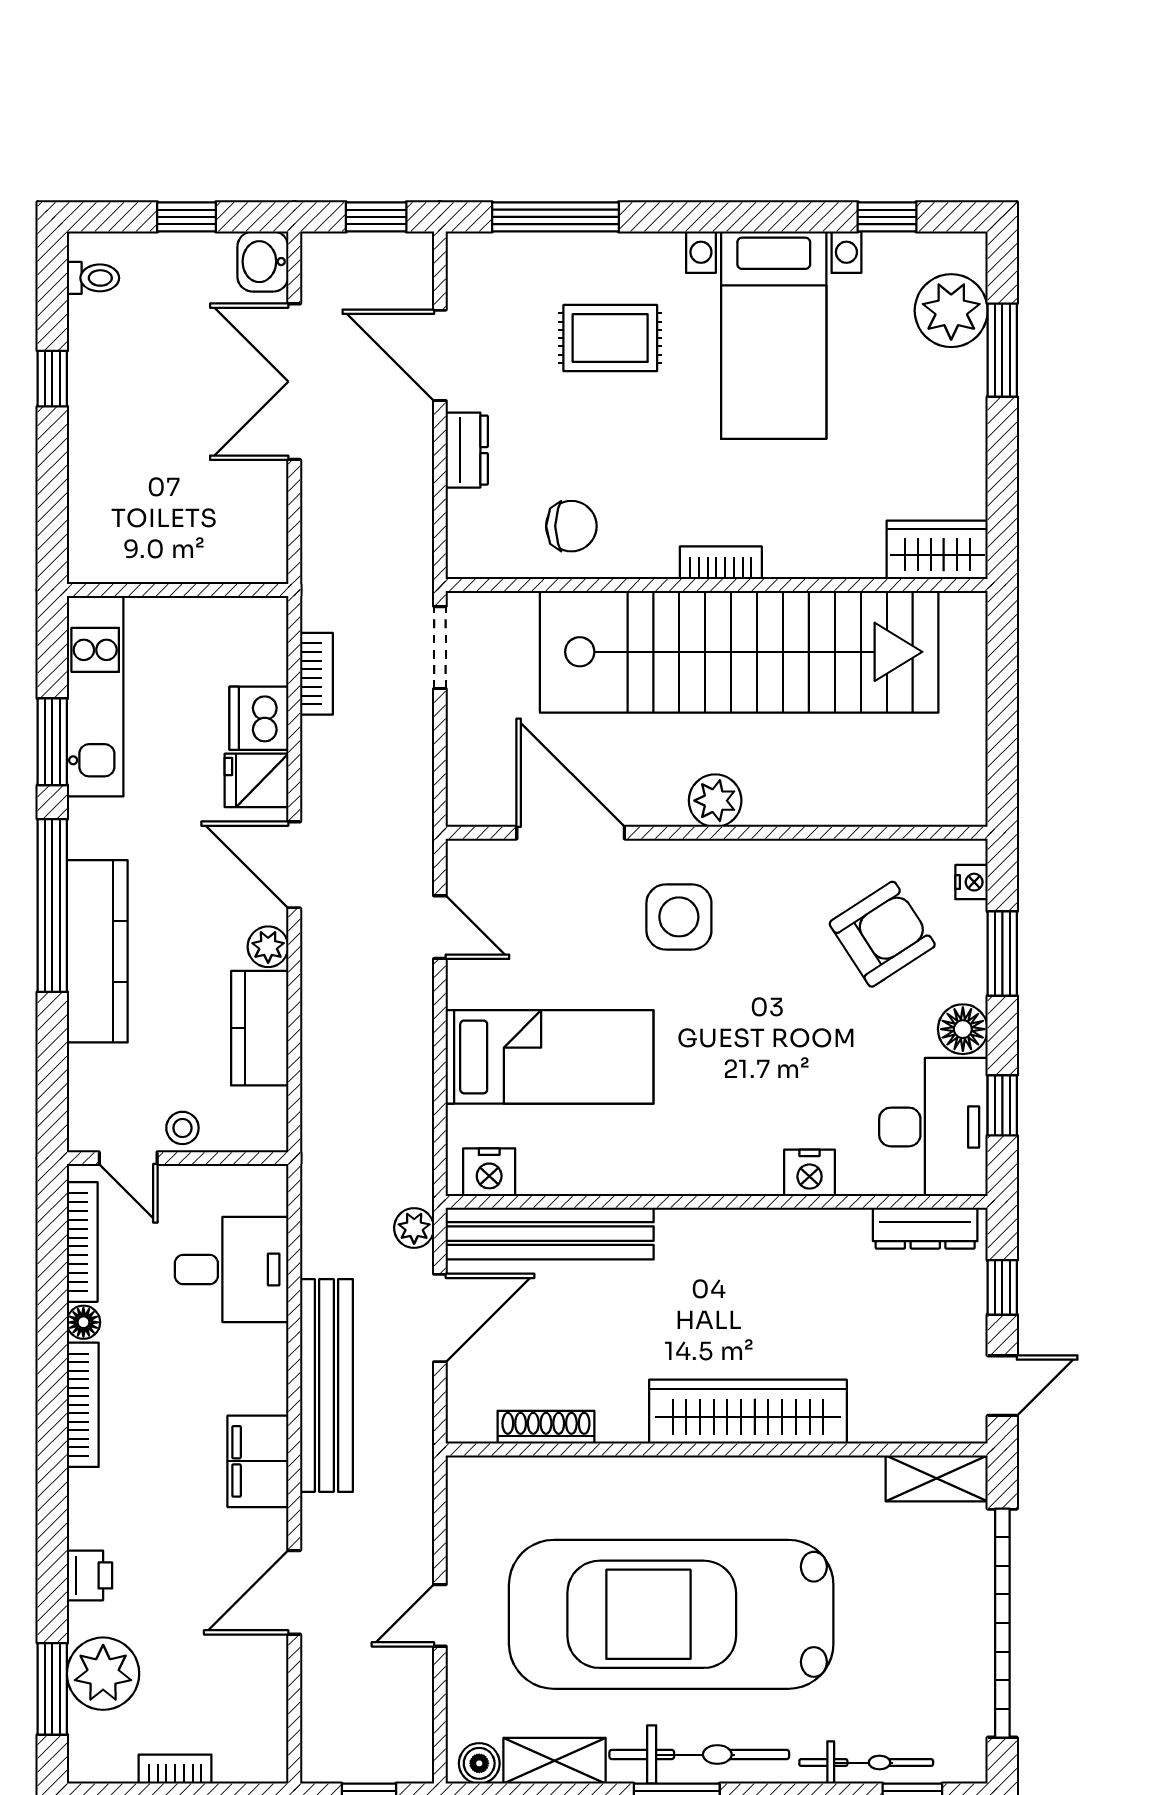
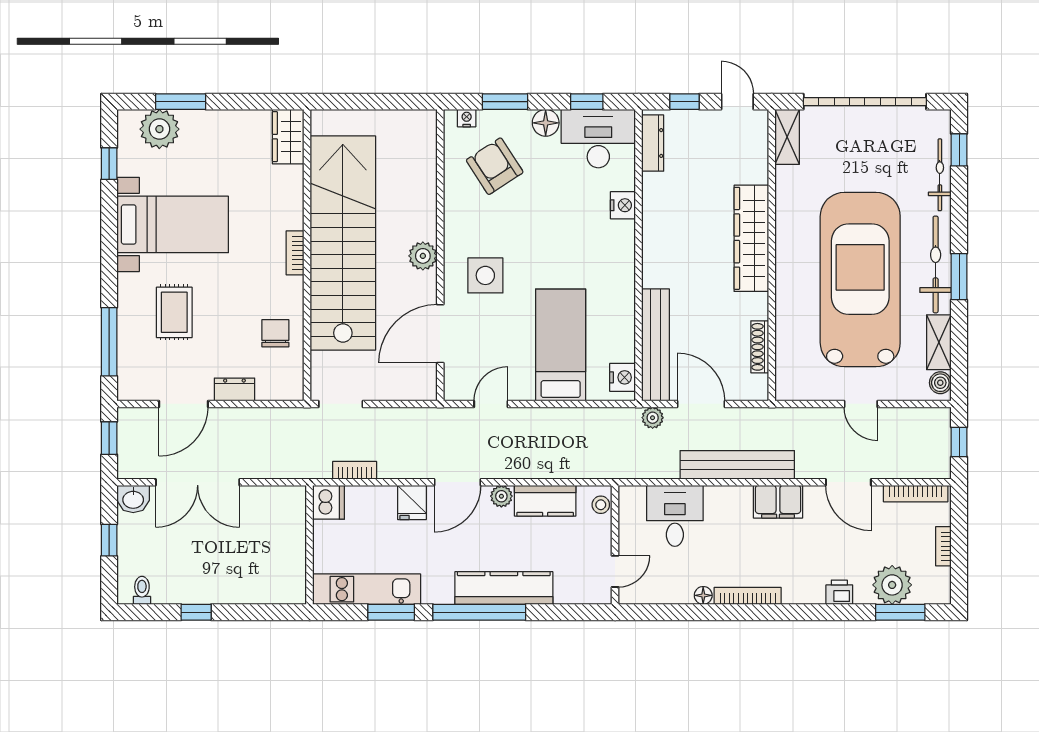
dishwasher: (259, 718) -> (329, 502), moved, turned -90
stool: (182, 1128) -> (601, 505), moved
bookcase: (82, 1242) -> (916, 494), moved, turned 180
car: (671, 1614) -> (860, 280), turned 180

